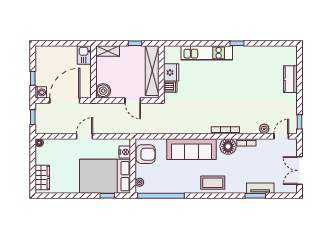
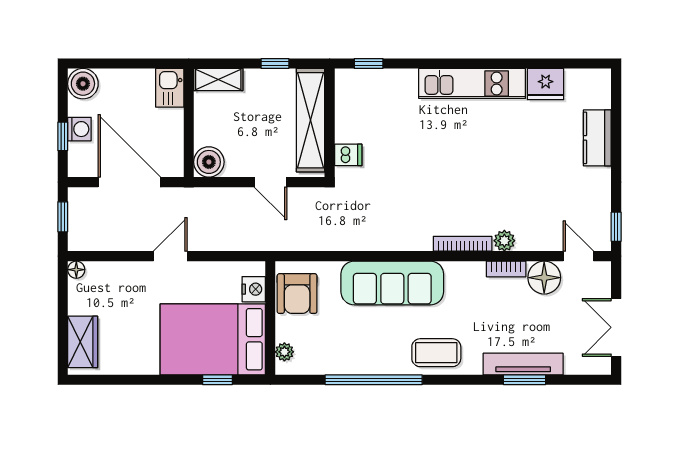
window: (237, 43) -> (369, 63), moved
boiler: (42, 53) -> (83, 84), added
kitchen unit: (207, 53) -> (472, 83), moved
fridge: (171, 72) -> (546, 84), moved, turned 90
washing machine: (41, 92) -> (79, 129), moved
door: (65, 100) -> (129, 182), hinge flipped
plant: (264, 129) -> (504, 241), moved
door: (281, 136) -> (578, 256), hinge flipped
floor lamp: (228, 146) -> (544, 278), moved
armchair: (146, 154) -> (297, 294), turned 90
tv unit: (260, 188) -> (523, 364), width x1.41
window: (161, 196) -> (374, 380), moved

